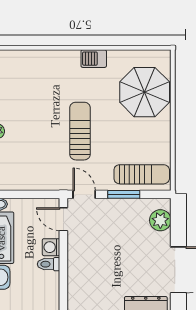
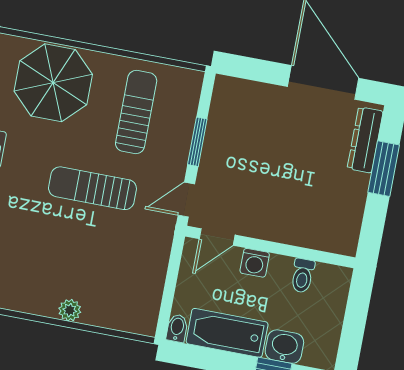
sun lounger: (142, 174) -> (136, 112), moved
plant: (160, 220) -> (245, 95), removed
toilet: (49, 264) -> (303, 276), moved

